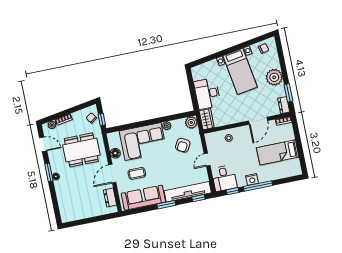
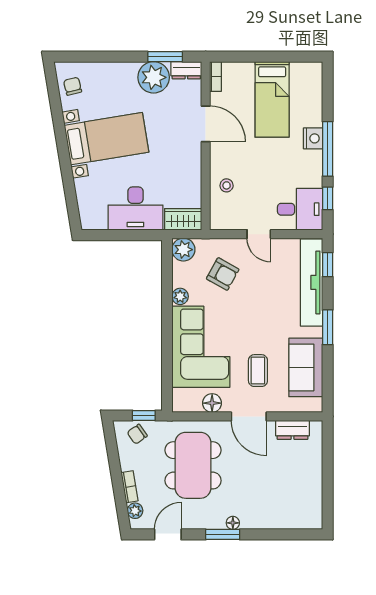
plant: (274, 77) -> (154, 77), moved
nightstand: (252, 179) -> (313, 138), moved
sofa: (143, 198) -> (306, 367), width x0.73

